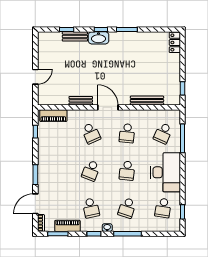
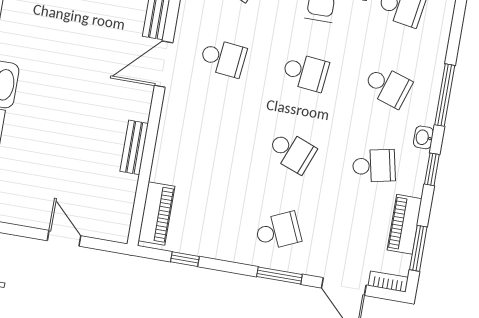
door: (108, 107) -> (164, 64), moved
school desk: (91, 133) -> (278, 231), moved

